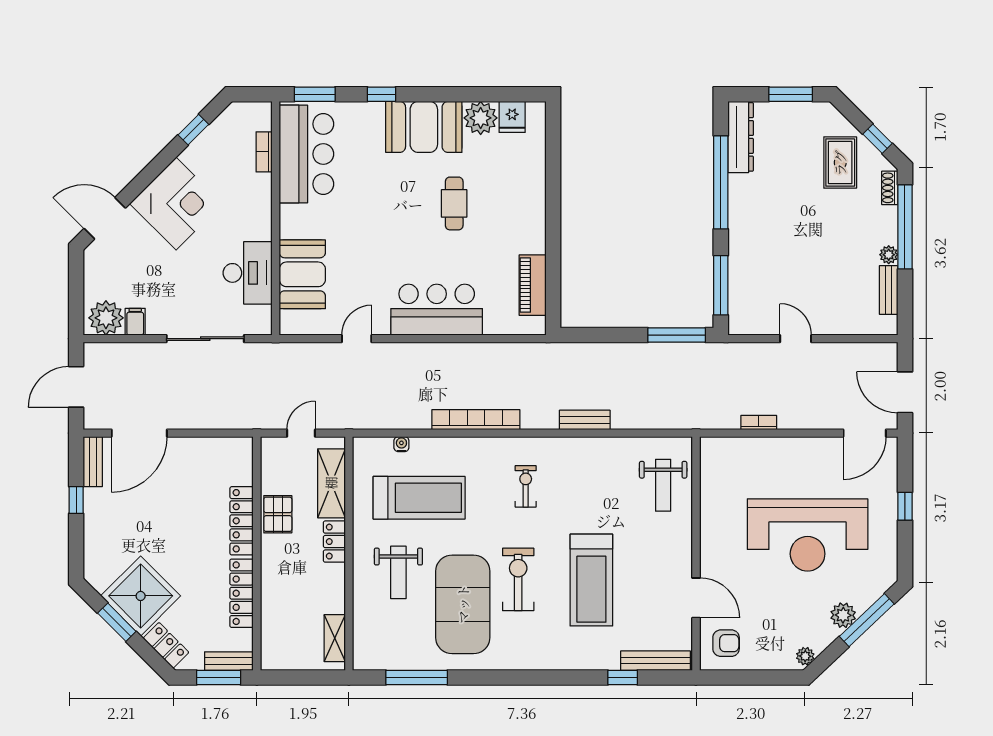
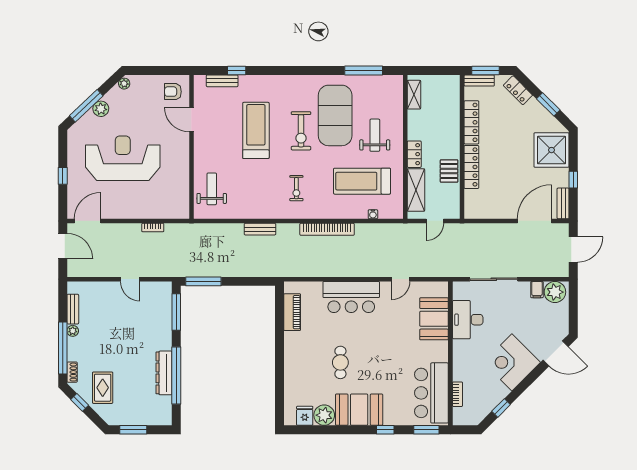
dresser: (741, 137) -> (164, 373), moved
shower: (141, 596) -> (551, 150), moved, turned 45
bench: (656, 661) -> (222, 81), width x0.73

